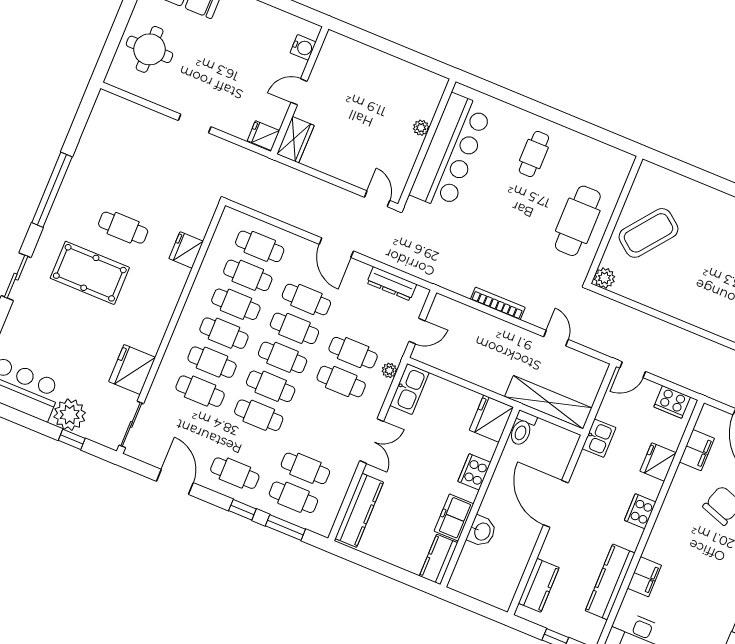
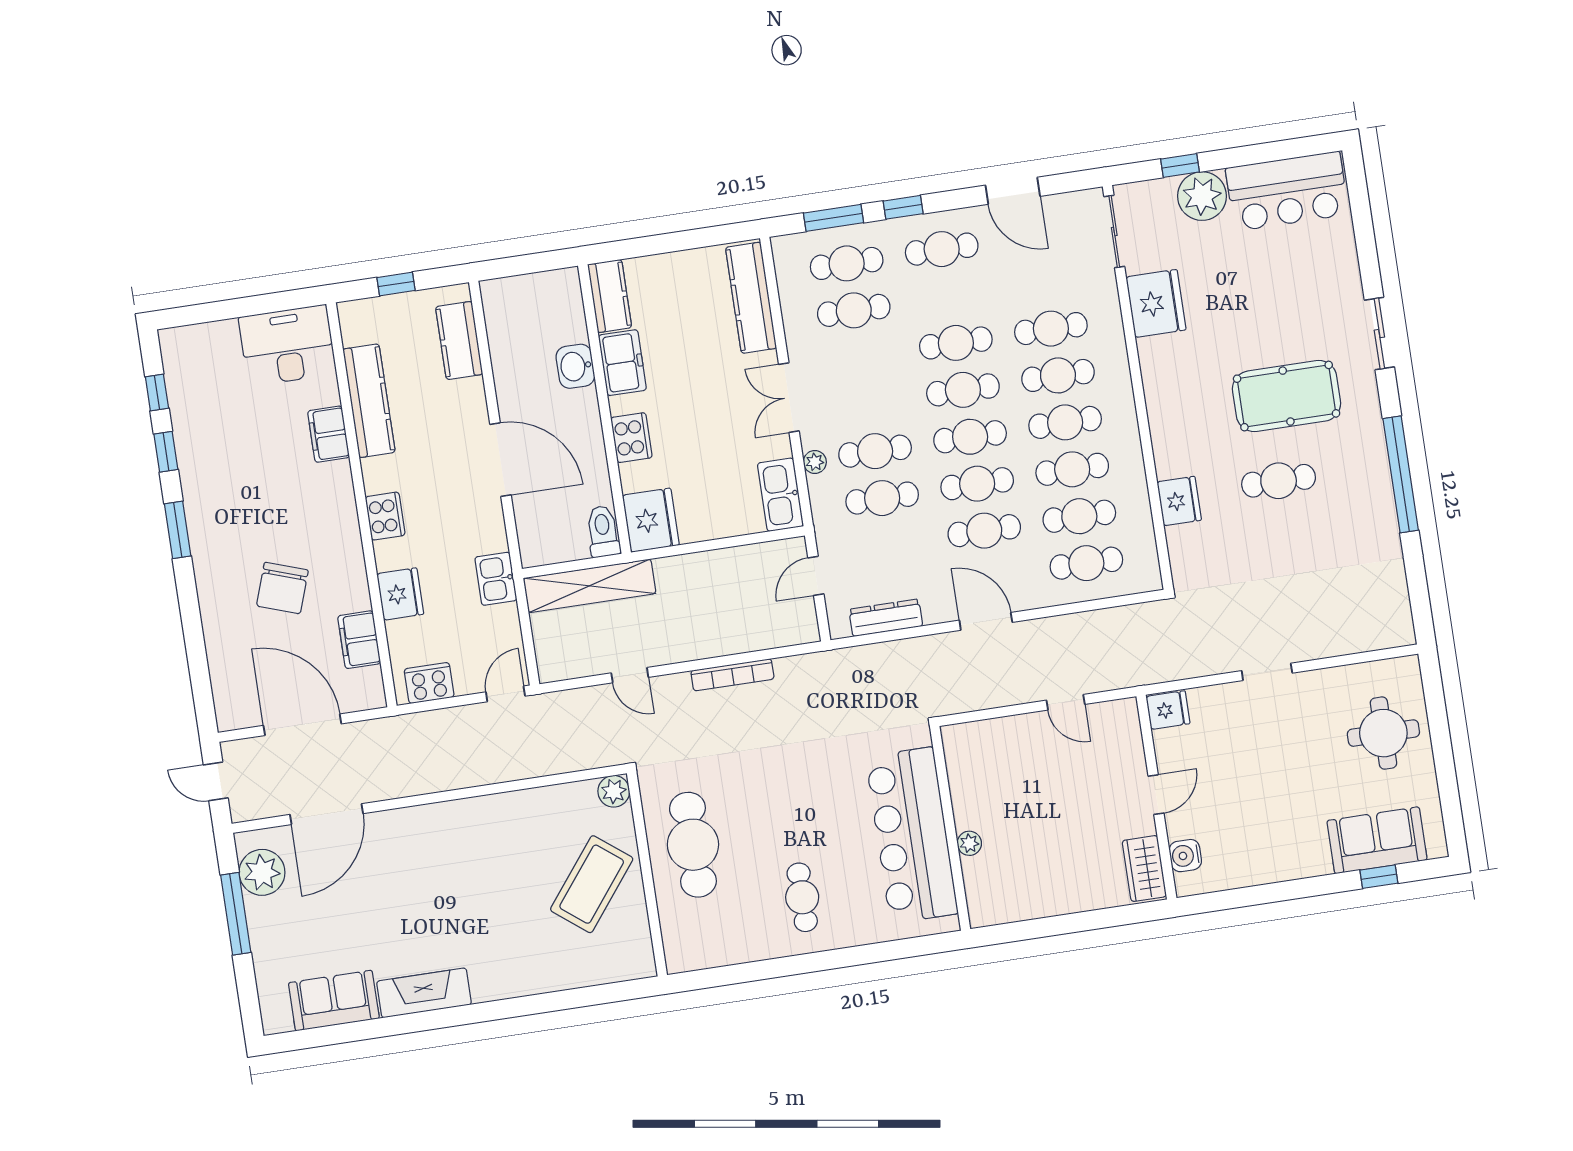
wardrobe: (295, 140) -> (1144, 869), moved
door: (377, 199) -> (1066, 702), moved
plant: (389, 370) -> (815, 462), moved

